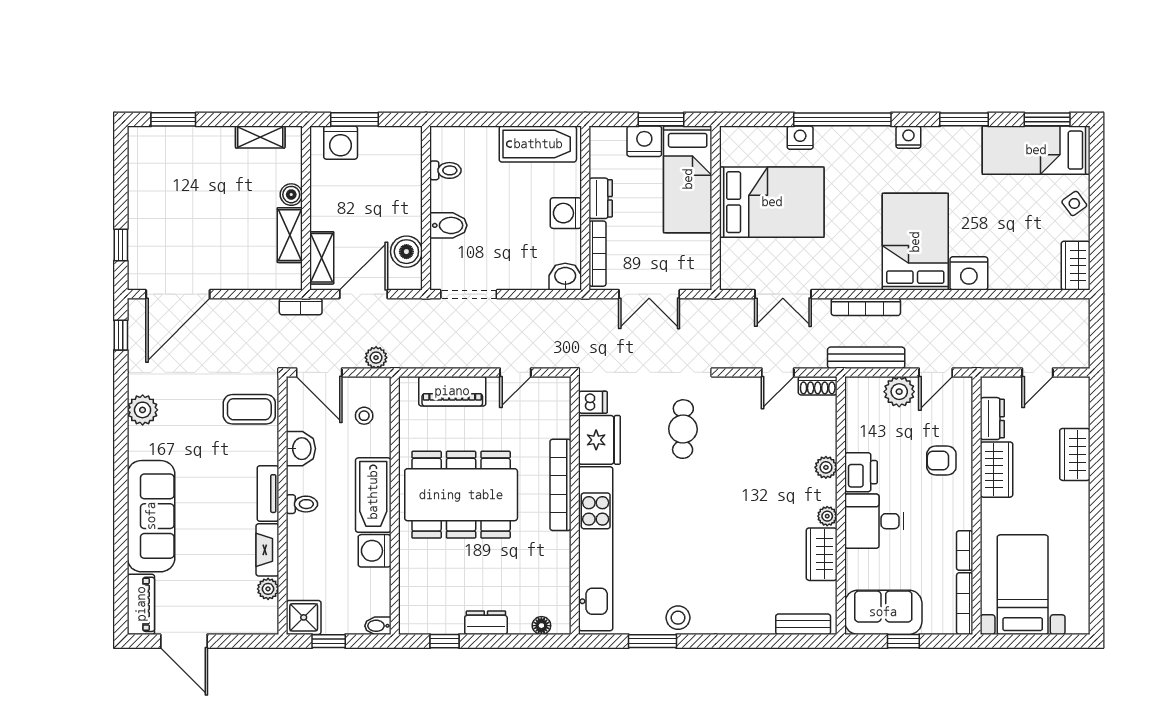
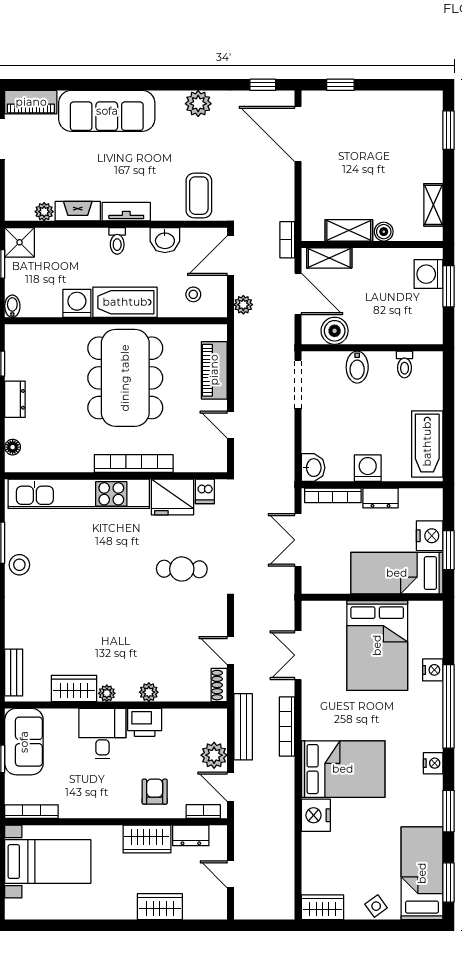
bookcase: (965, 551) -> (203, 812), moved

